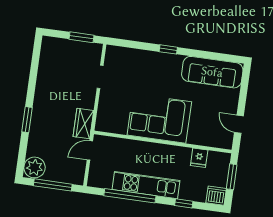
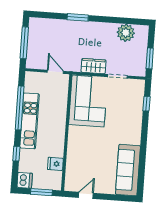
window: (168, 49) -> (146, 104), moved
corner sofa: (159, 118) -> (88, 101), moved
wardrobe: (83, 124) -> (94, 66), moved
plant: (34, 167) -> (126, 33), moved

